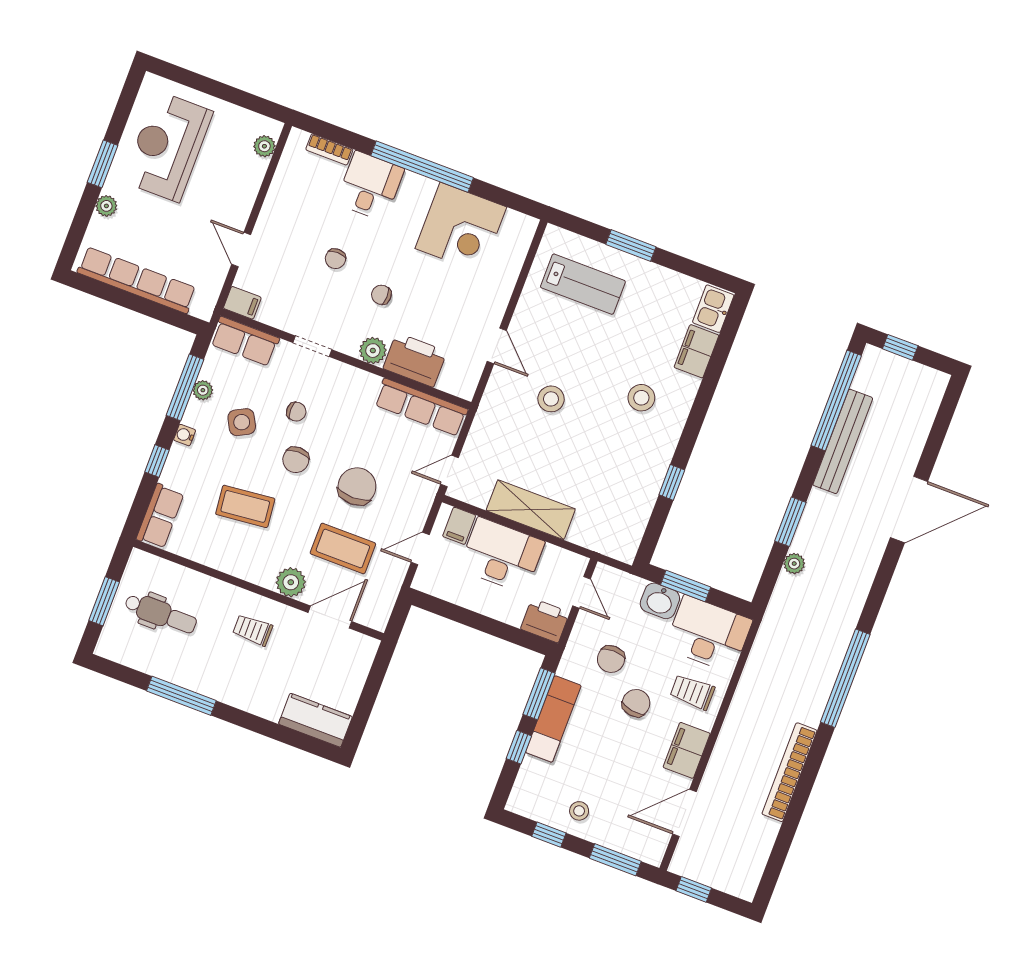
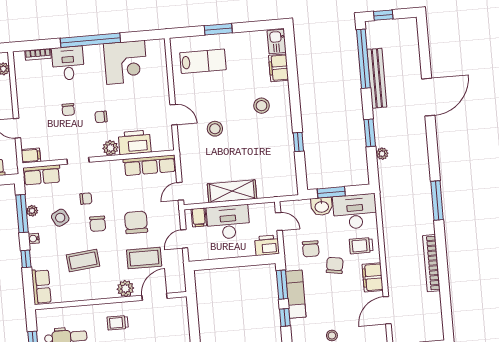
window: (845, 678) -> (437, 201), width x0.68

